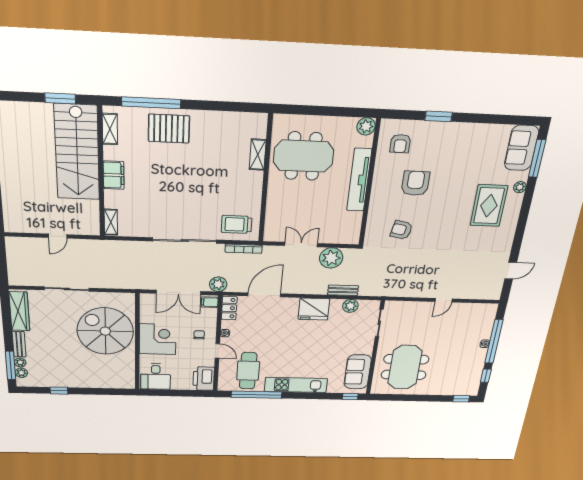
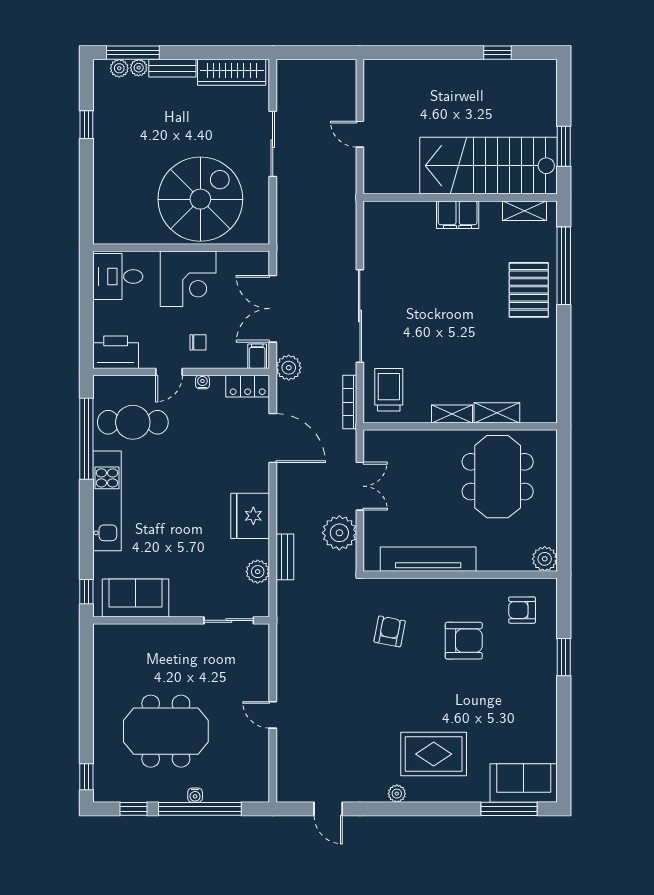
tv unit: (359, 180) -> (428, 559), moved
plant: (520, 187) -> (397, 794), moved
shelving: (111, 222) -> (452, 414), moved
meeting table: (405, 367) -> (166, 731), moved

